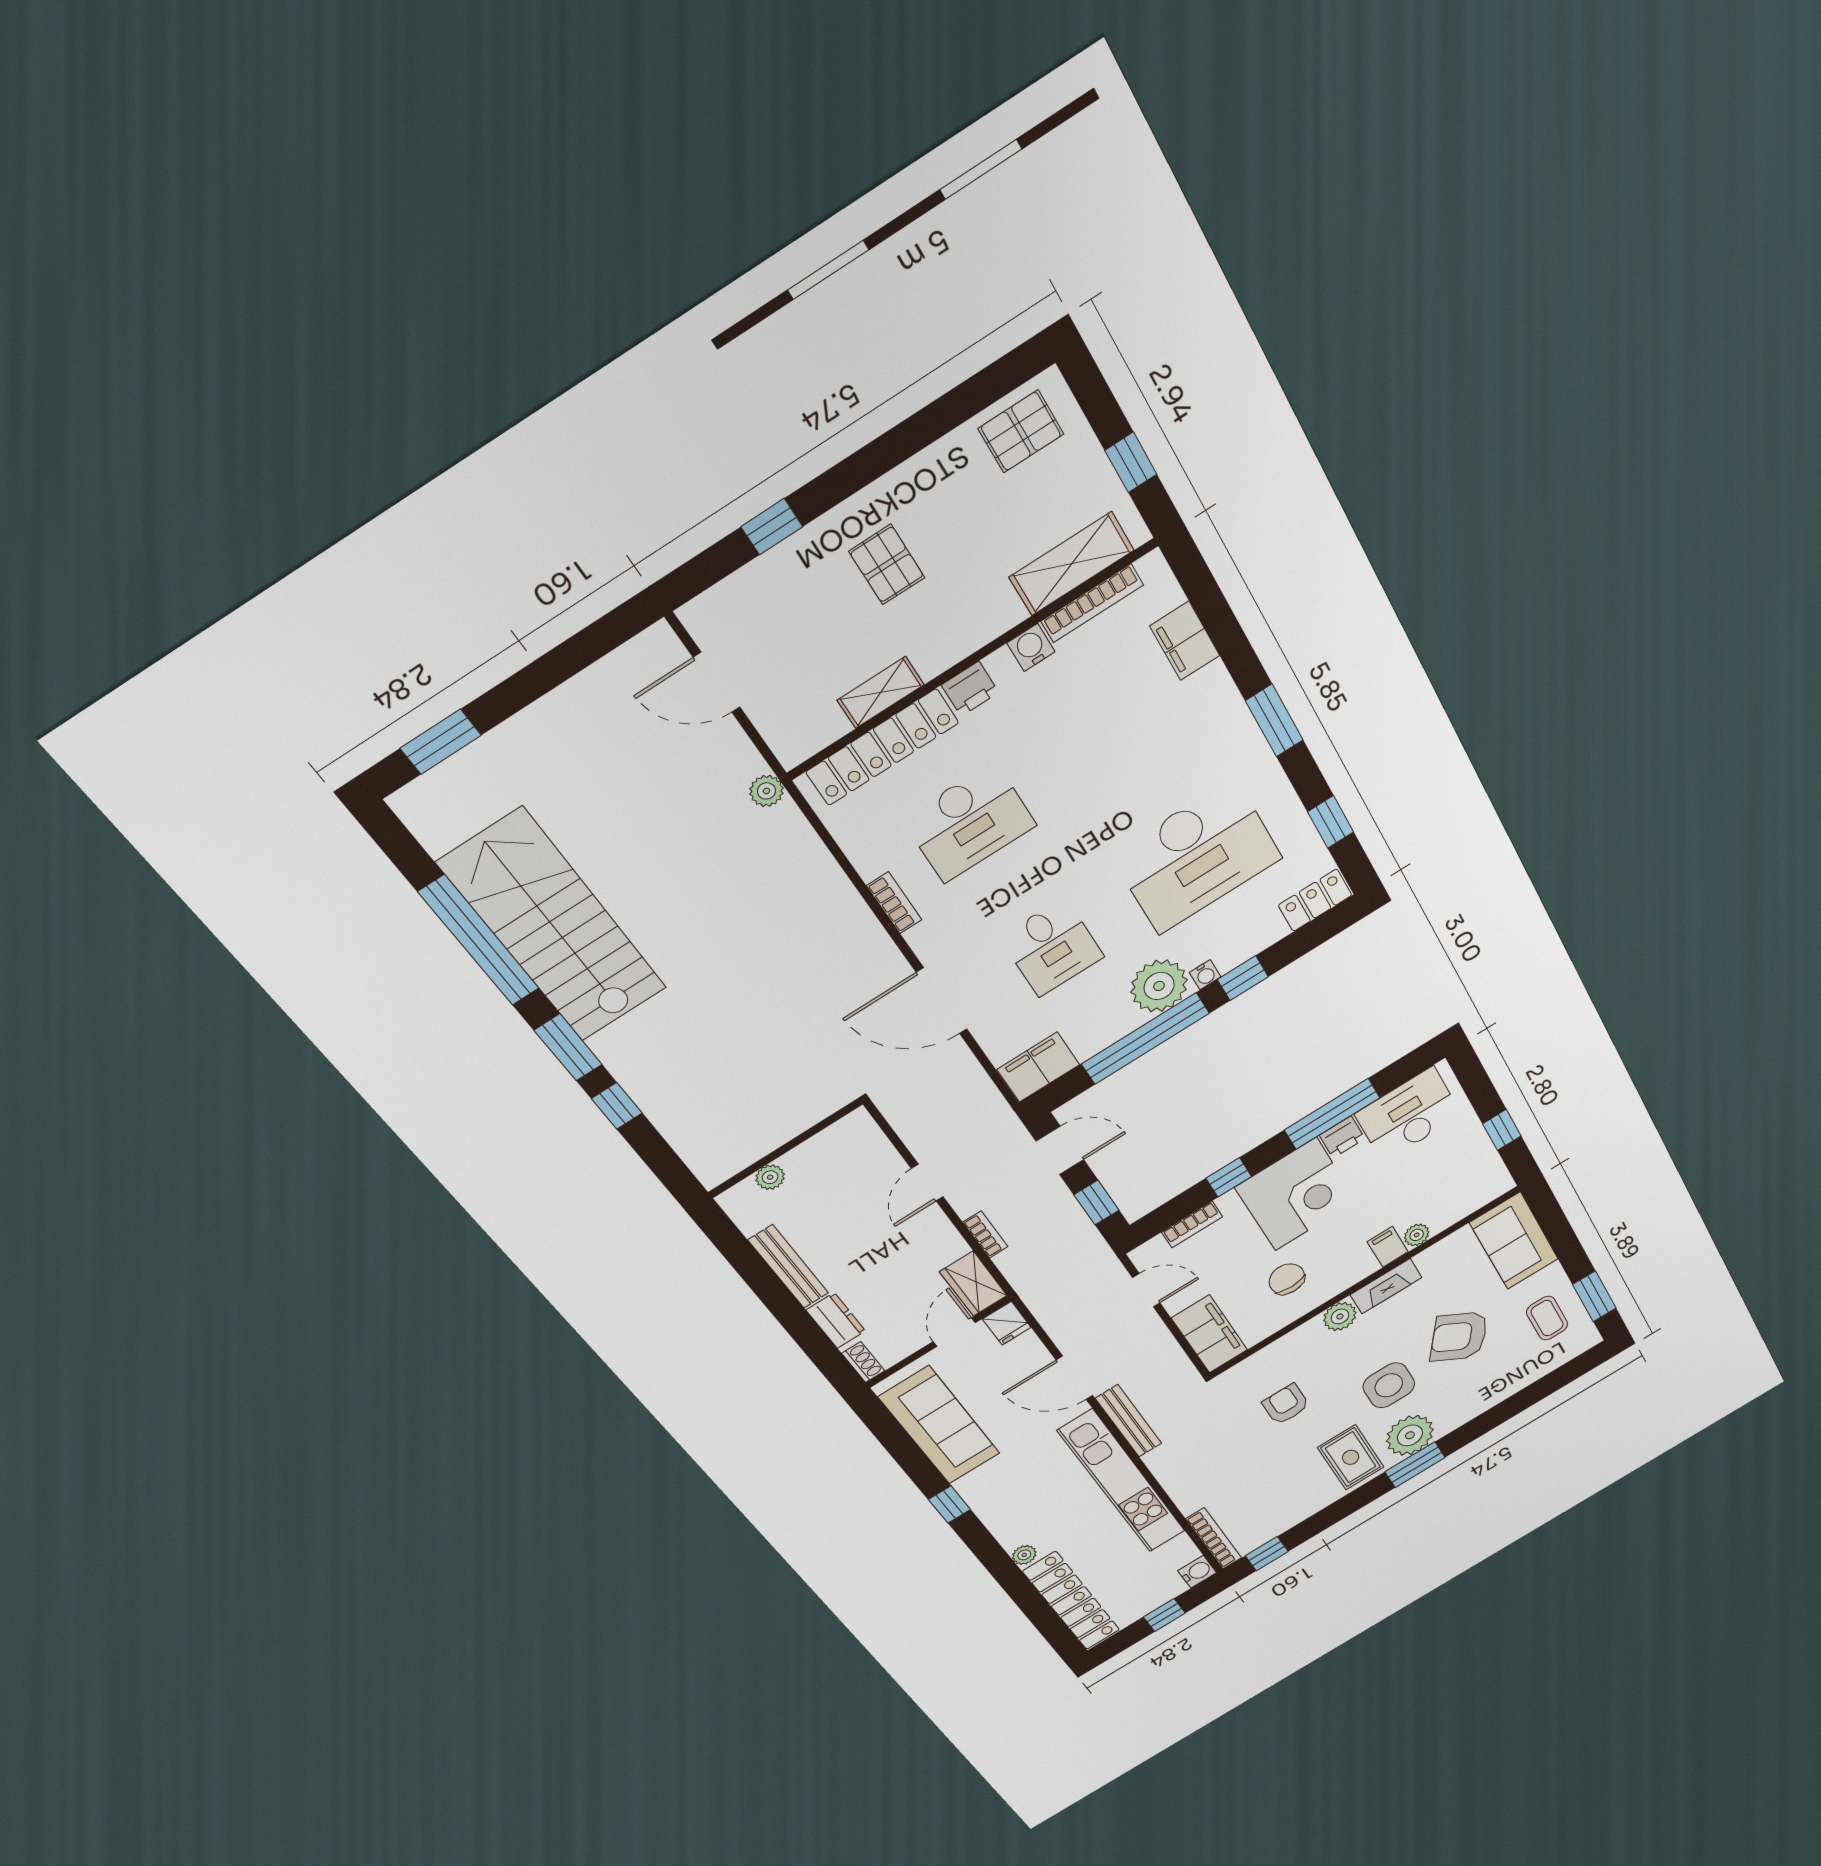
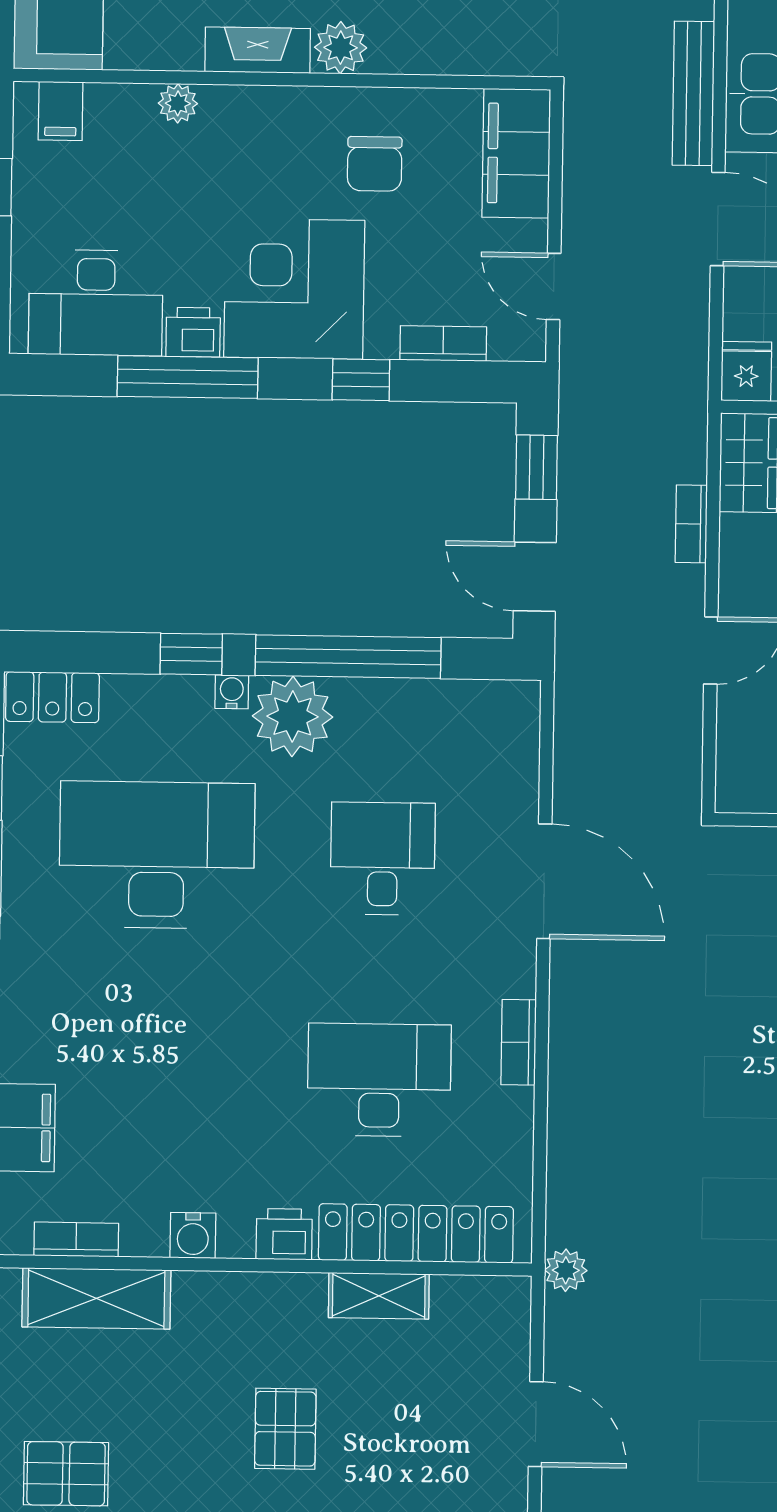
bookcase: (1092, 603) -> (76, 1239), width x0.64
filing cabinet: (1038, 1067) -> (491, 712), removed
filing cabinet: (1388, 1247) -> (61, 111), moved

